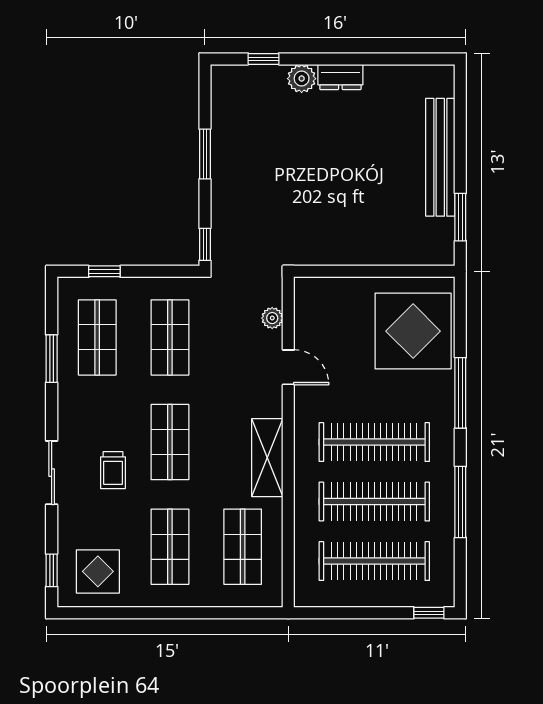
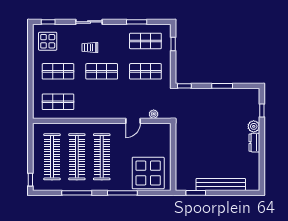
shelving: (267, 458) -> (95, 112), removed

